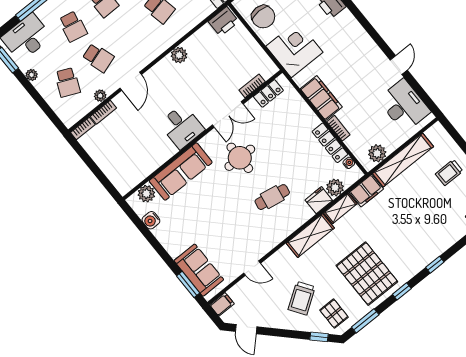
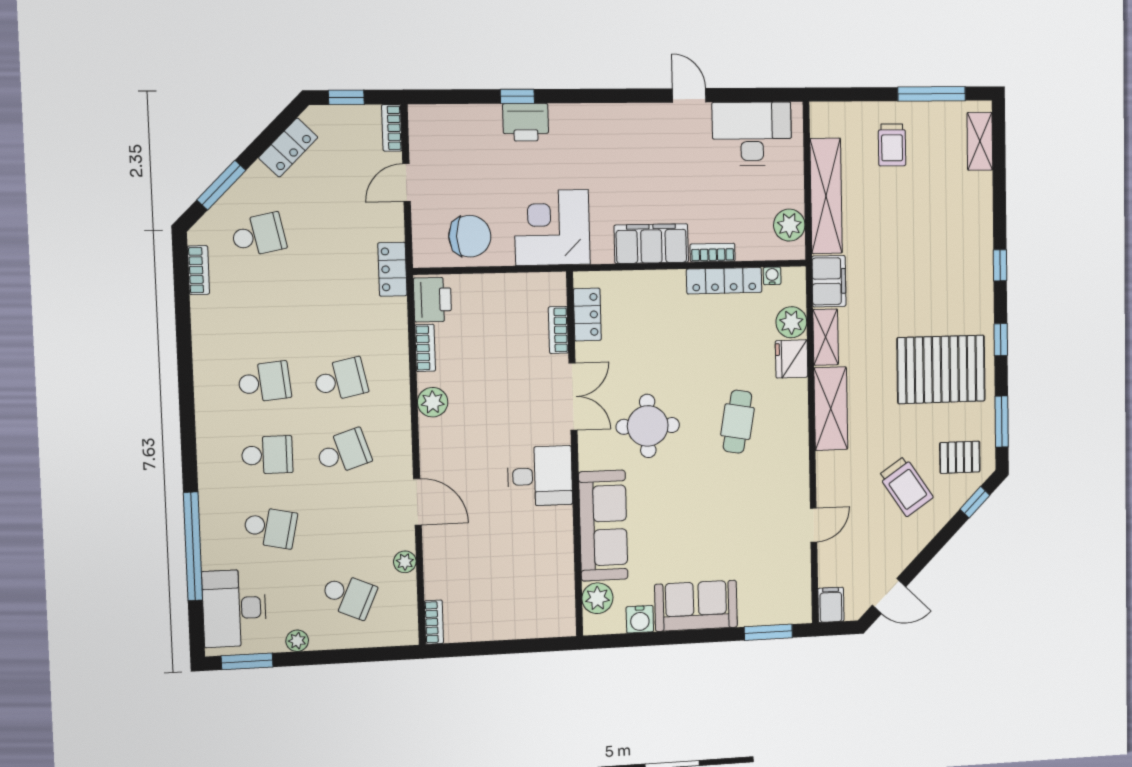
school desk: (98, 58) -> (343, 452), moved
bookcase: (103, 112) -> (425, 348), moved
sofa: (199, 270) -> (696, 606), moved

